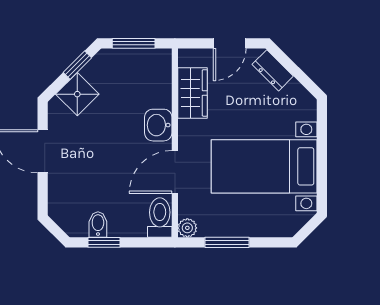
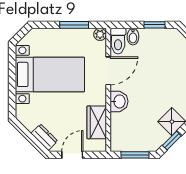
bidet: (98, 224) -> (133, 37), moved

